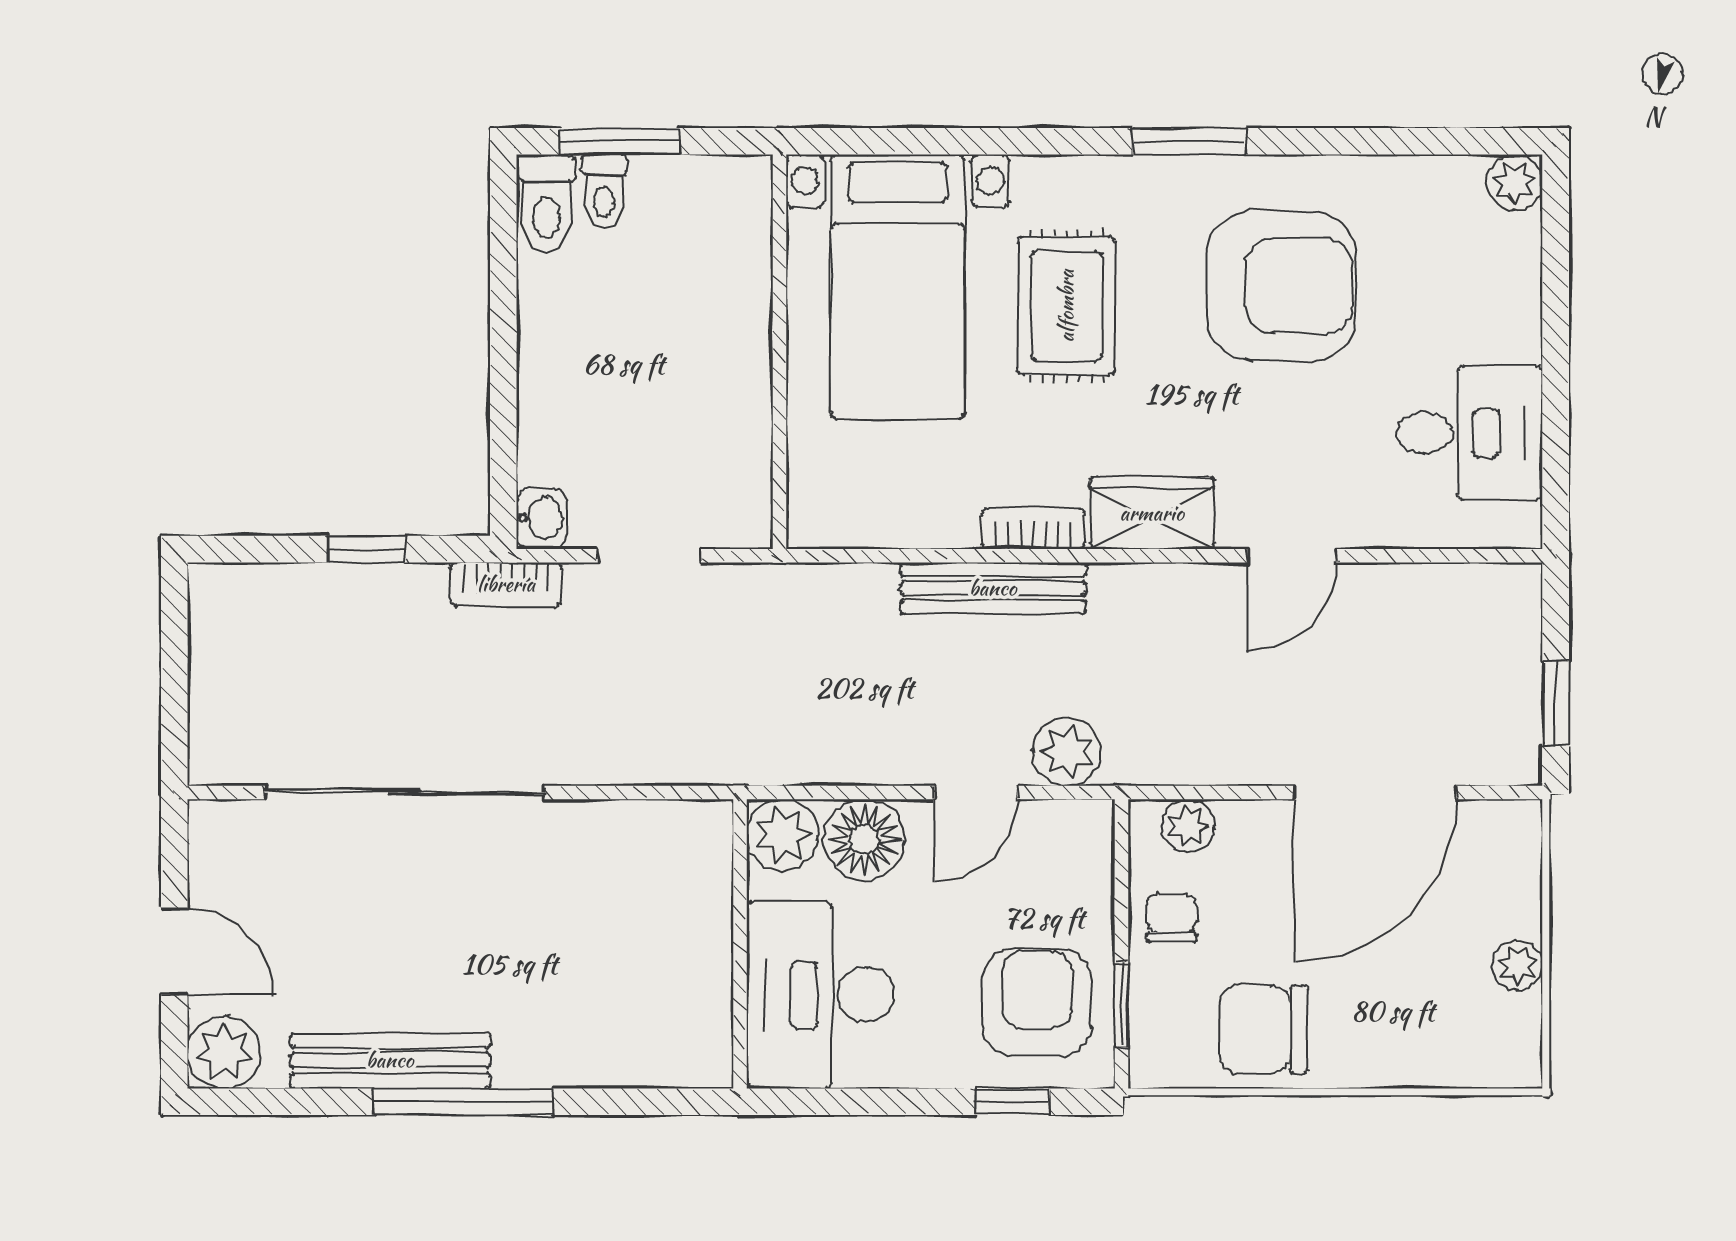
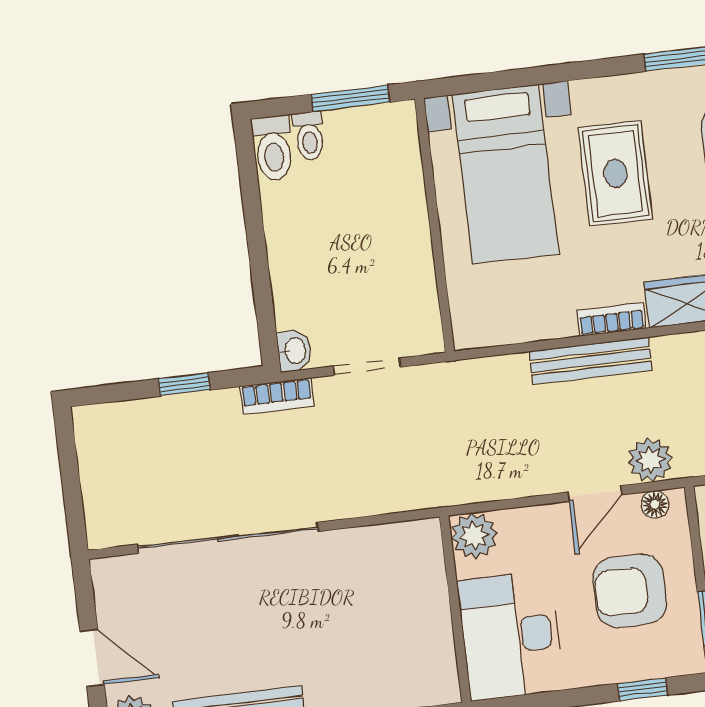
window: (620, 141) -> (350, 98), moved
floor lamp: (864, 840) -> (655, 504), moved, width x0.53, depth x0.53
armchair: (1037, 1003) -> (630, 591), moved, turned -90

